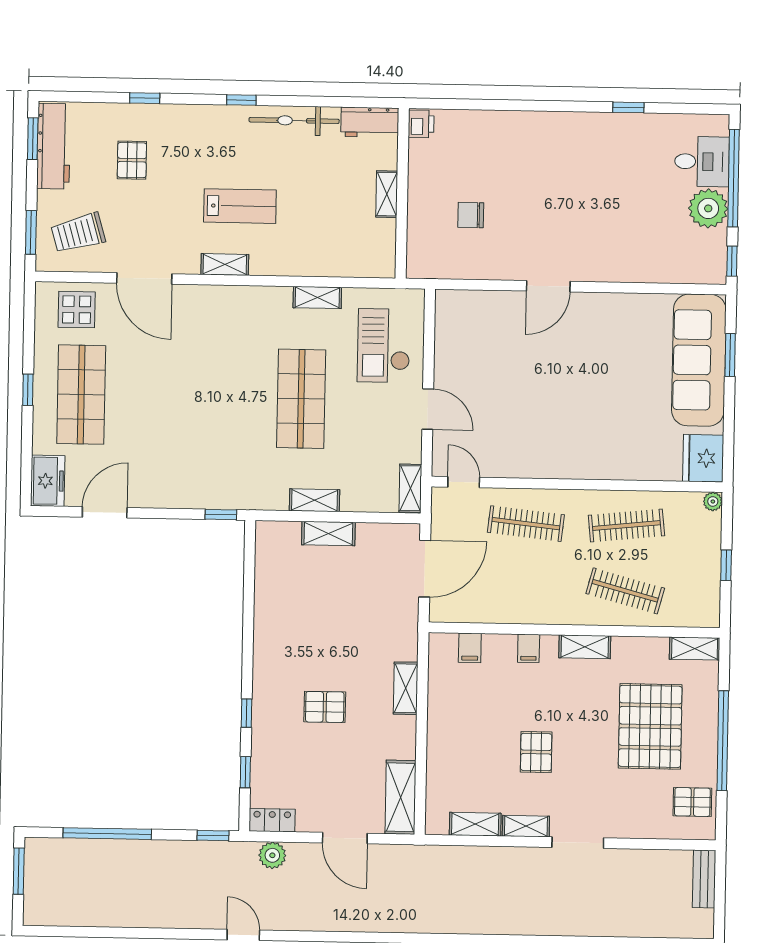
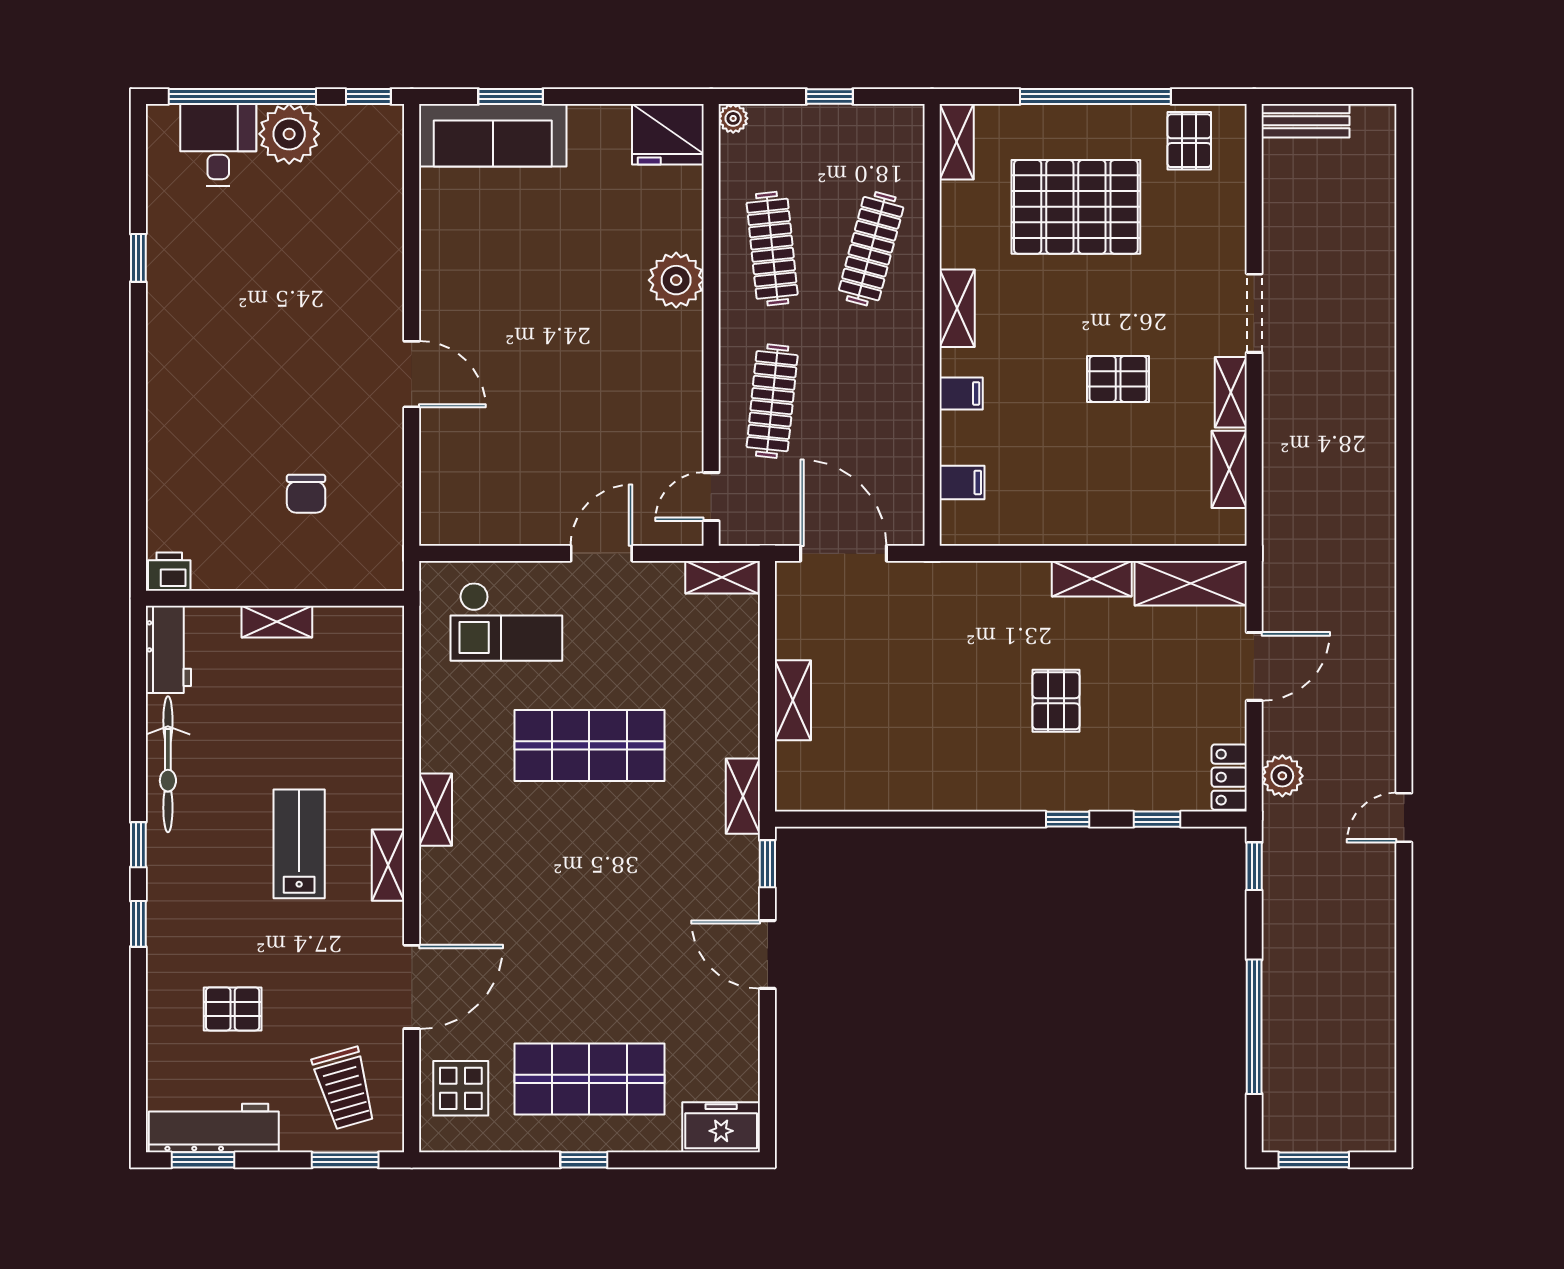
window: (145, 98) -> (138, 924), moved
shelving: (317, 297) -> (435, 810), moved
sofa: (699, 360) -> (493, 135), width x0.74, depth x0.79
plant: (607, 462) -> (676, 280), added
shelving: (315, 500) -> (743, 796), moved
door: (105, 512) -> (767, 955), moved
shelving: (406, 688) -> (1092, 579), moved

